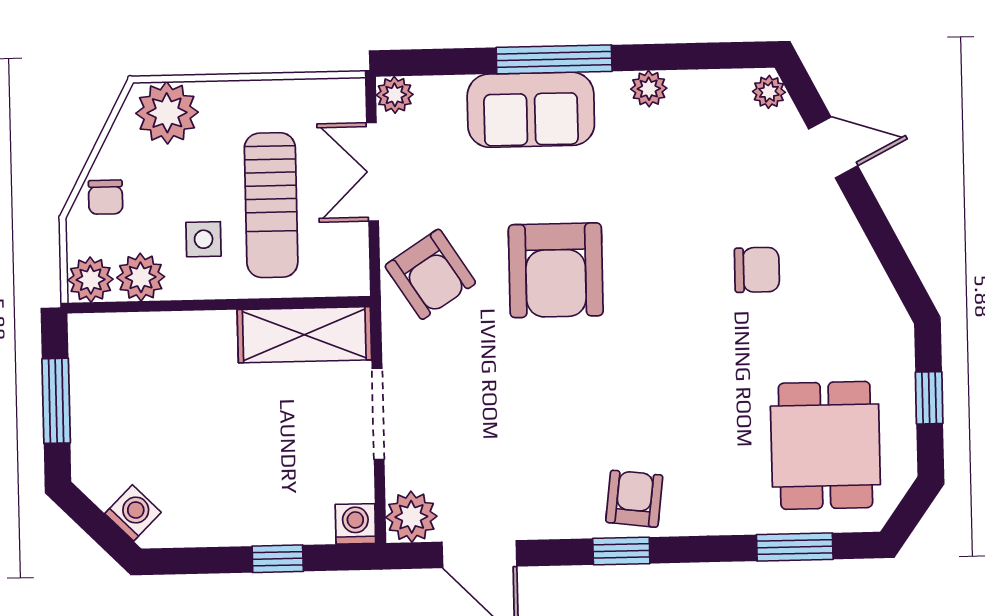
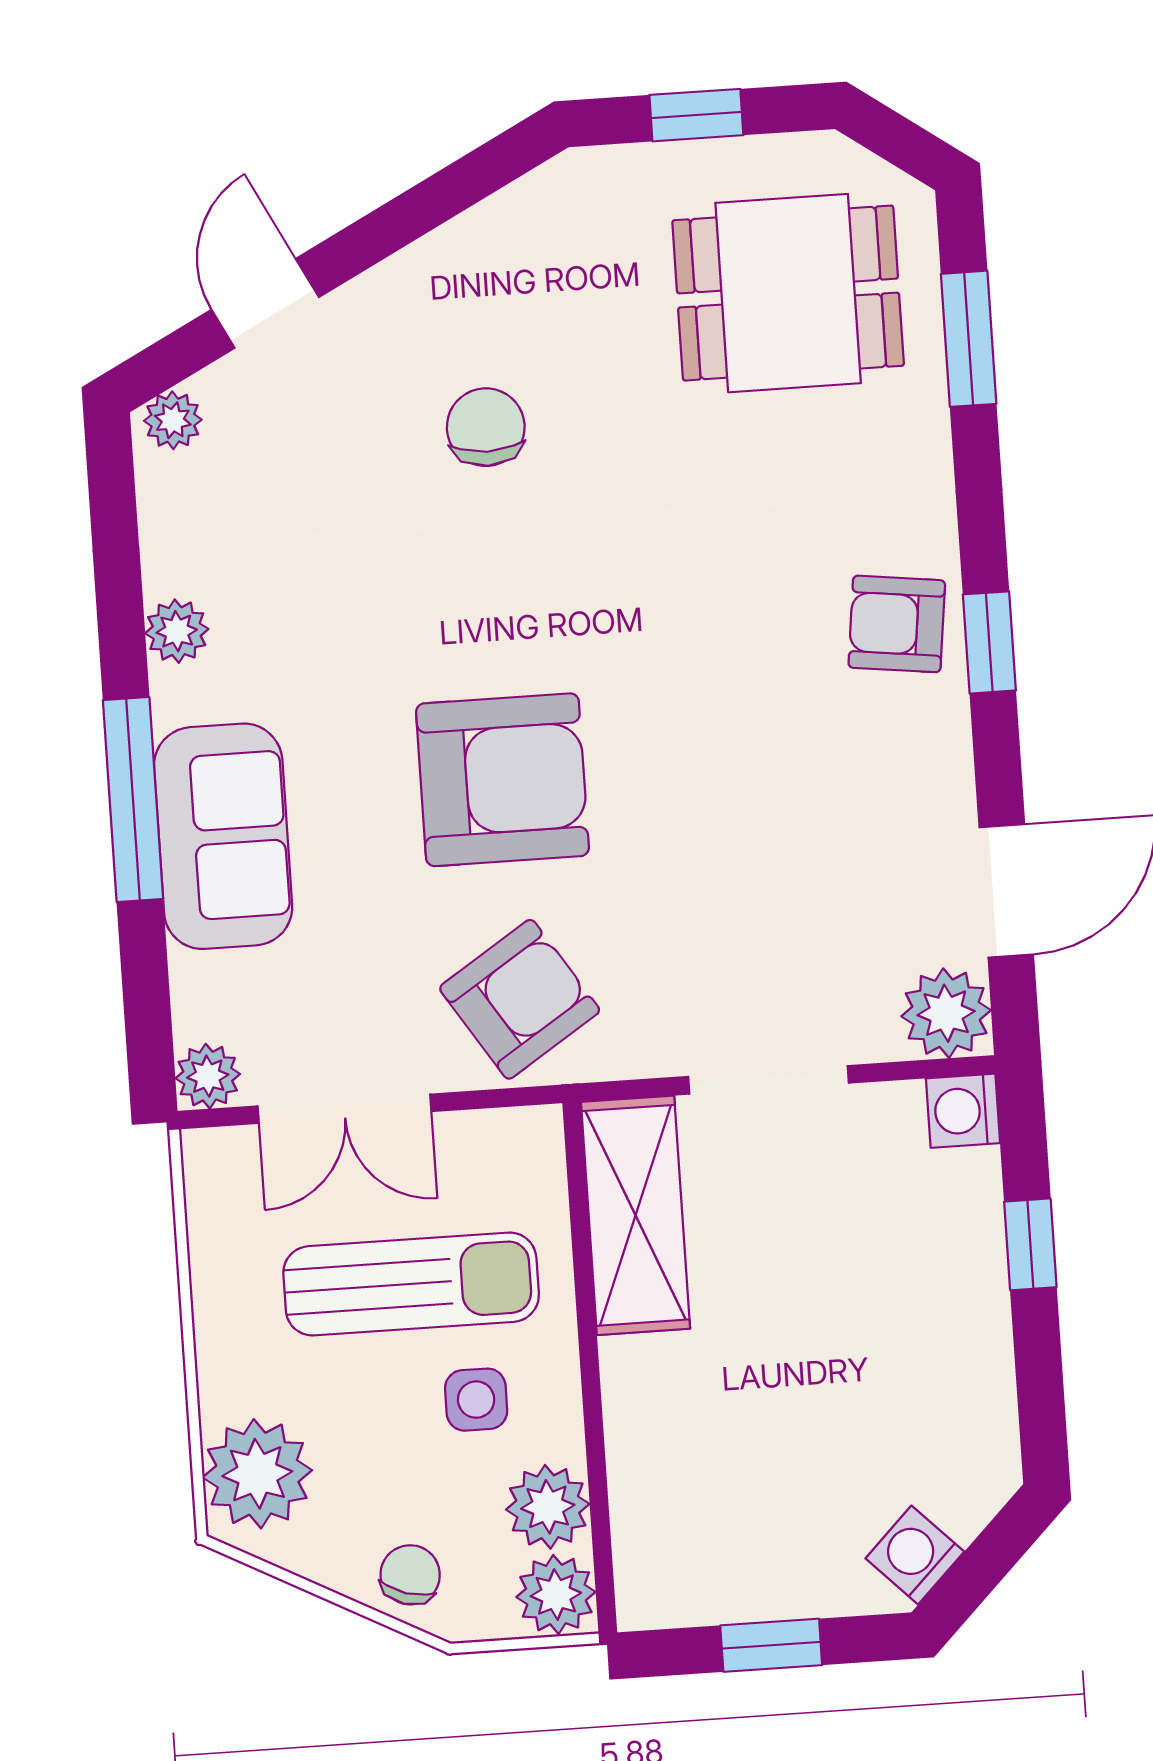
chair: (106, 197) -> (410, 1575), turned -73
window: (56, 401) -> (771, 1645), width x0.67
washing machine: (133, 513) -> (915, 1555), moved

